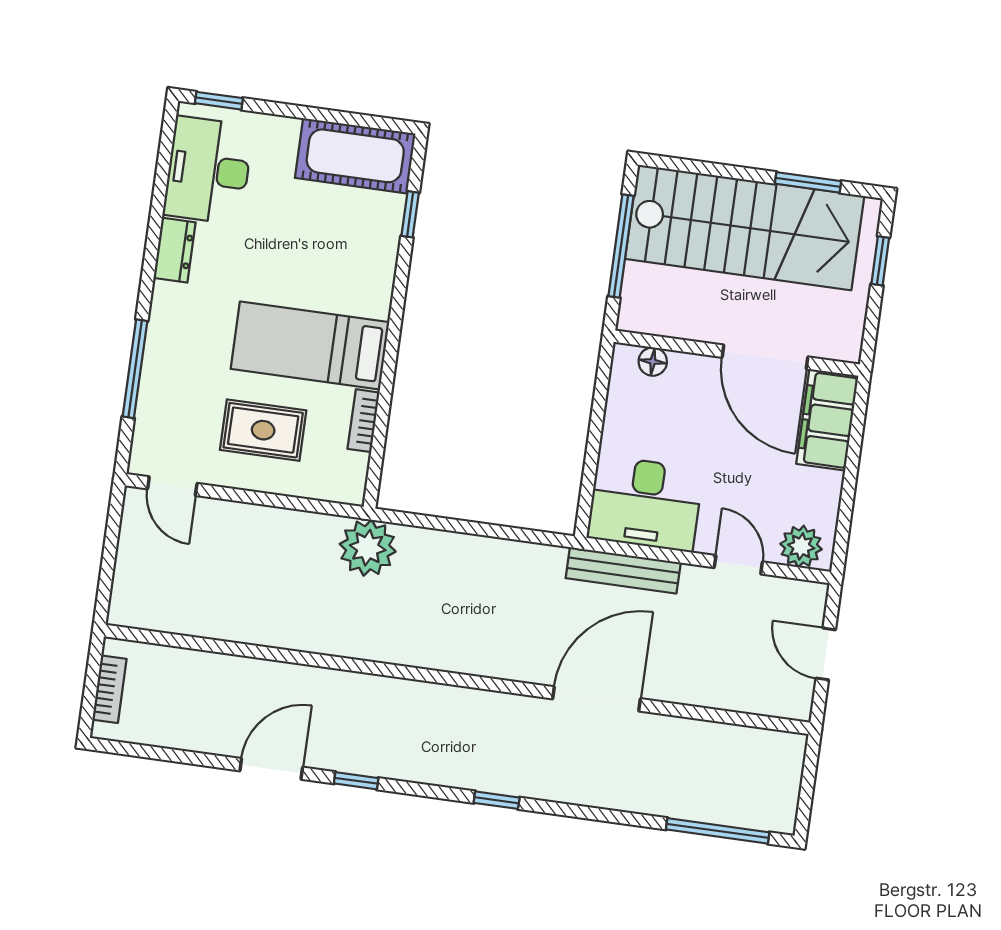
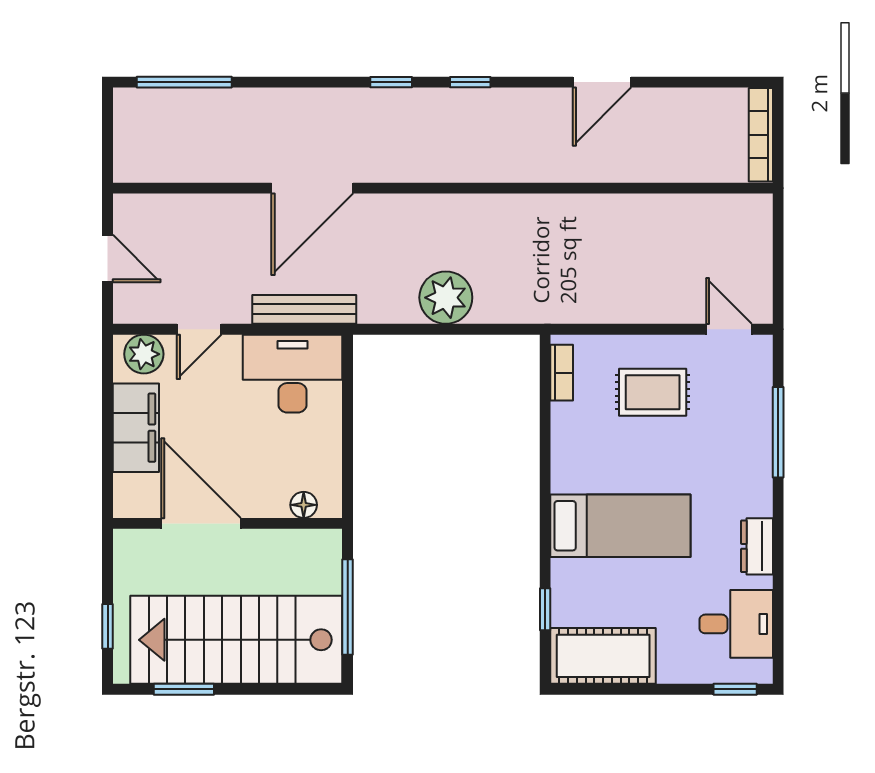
desk: (208, 170) -> (736, 624), width x0.73
bed: (310, 345) -> (620, 526), moved
filing cabinet: (827, 420) -> (136, 428), moved
bookcase: (364, 421) -> (562, 373), moved
plant: (368, 548) -> (446, 298), moved
door: (738, 565) -> (199, 329), hinge flipped
bookcase: (109, 689) -> (761, 135), width x1.56
window: (356, 781) -> (470, 82), moved

